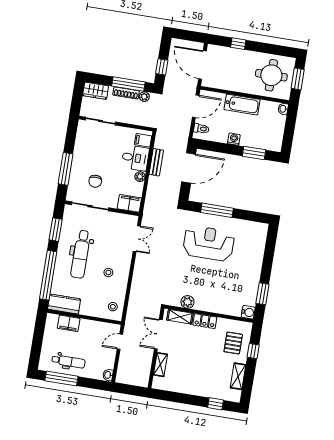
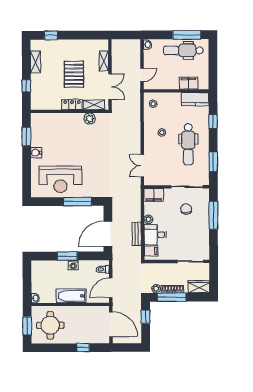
window: (254, 153) -> (67, 256), moved
reception desk: (209, 243) -> (60, 179), moved
dental chair: (81, 254) -> (188, 144), turned 180
window: (48, 275) -> (213, 121), width x0.32
water cooler: (248, 312) -> (36, 153), moved
pallet: (233, 343) -> (74, 74), moved, width x1.50, depth x1.42
dental chair: (68, 361) -> (183, 50), width x1.36, depth x1.38

